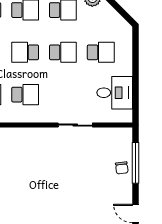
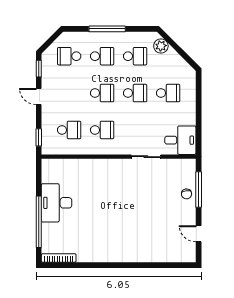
school desk: (25, 52) -> (102, 93), turned 180
desk: (115, 93) -> (180, 140), moved

